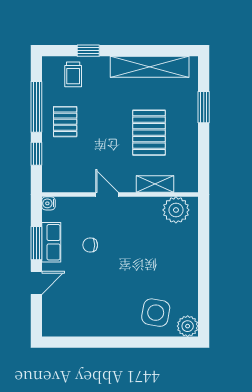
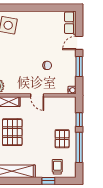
row of seats: (51, 242) -> (70, 23), moved

